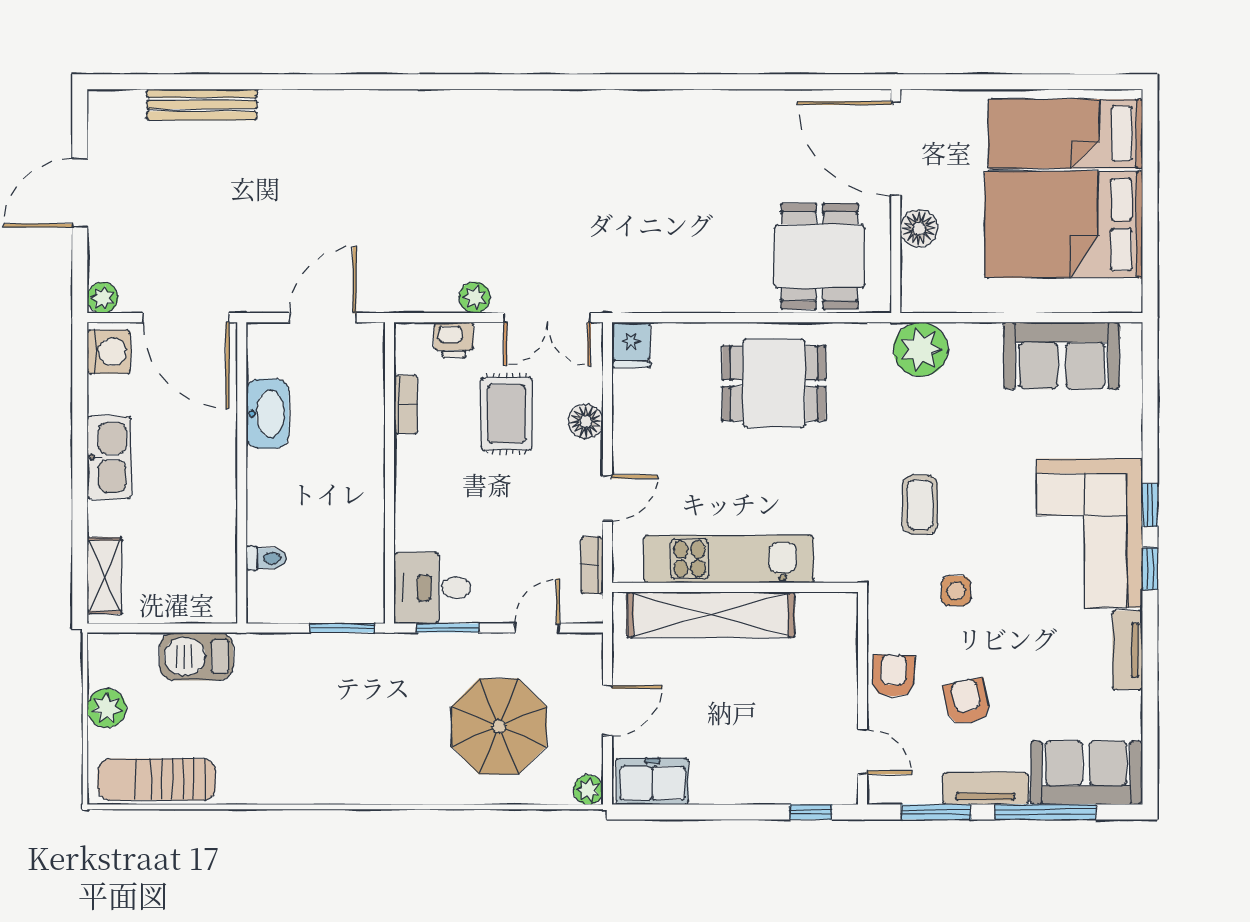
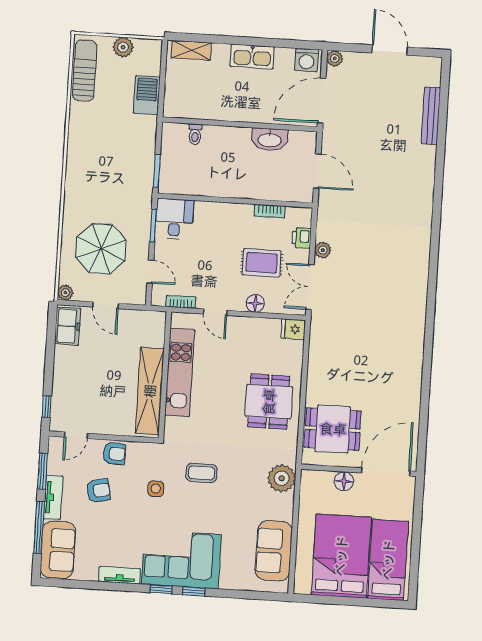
shelving: (711, 615) -> (150, 391), moved

